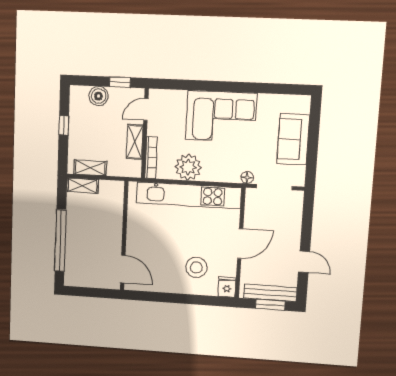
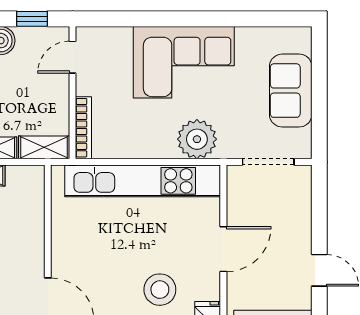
shelving: (135, 142) -> (44, 147), moved, turned 90
plant: (188, 167) -> (197, 139), moved
floor lamp: (247, 178) -> (228, 150), removed

